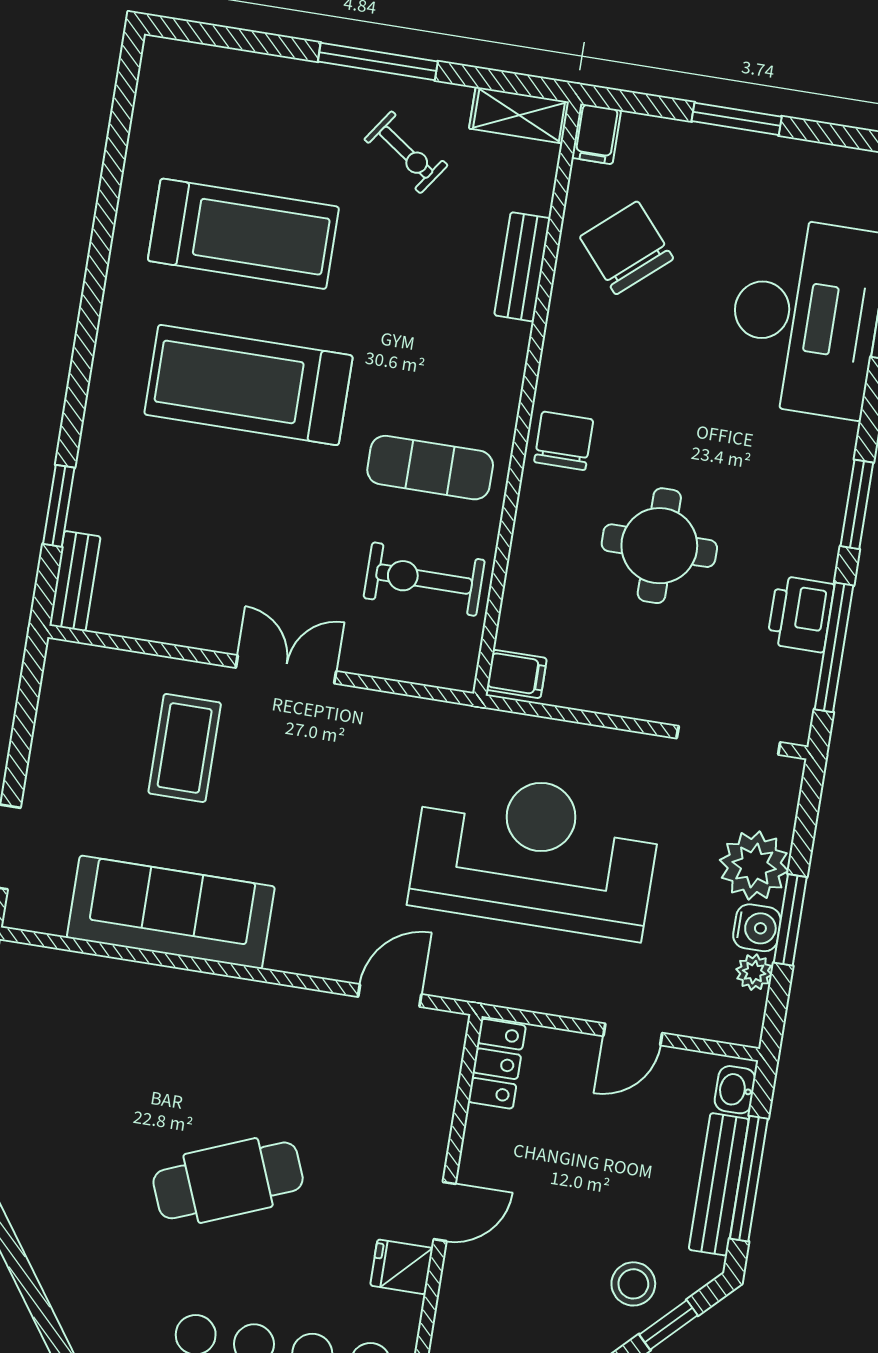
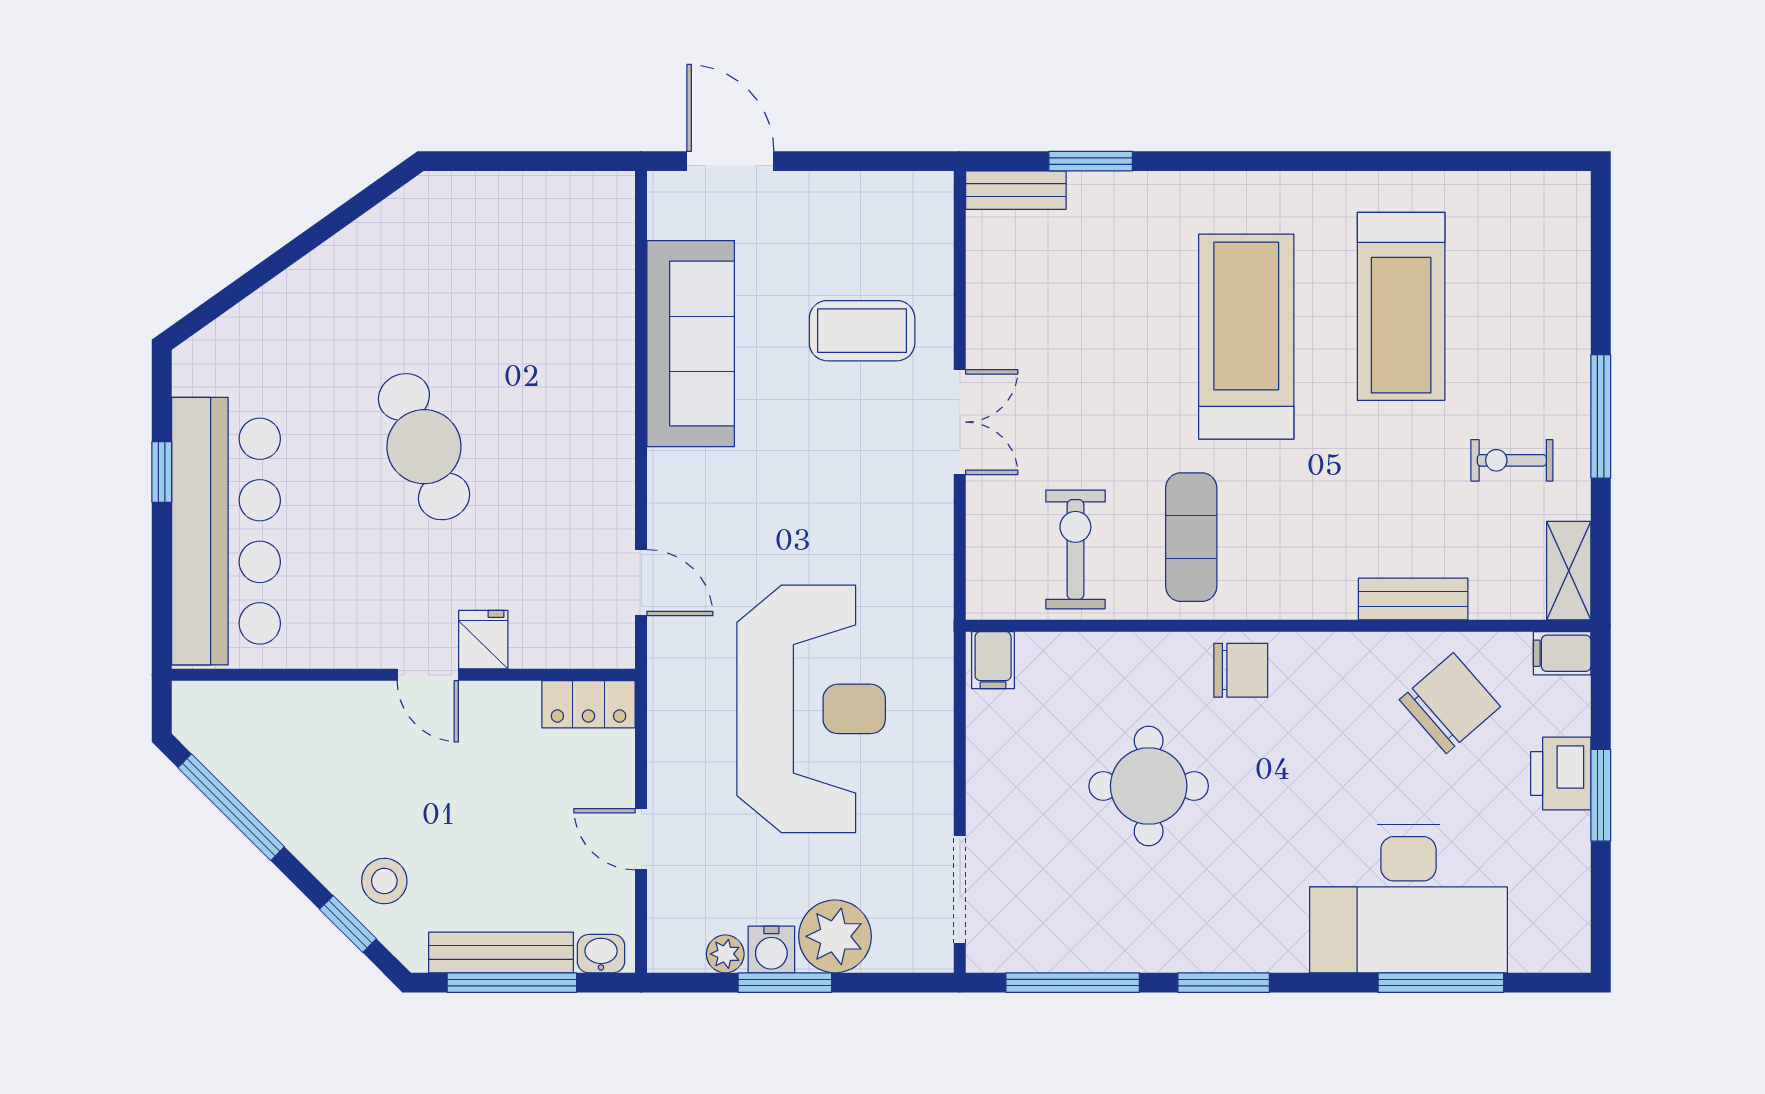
exercise bike: (406, 152) -> (1512, 460), turned 55
printer: (801, 614) -> (1561, 774), moved, turned -90
fridge: (402, 1267) -> (483, 640), moved

